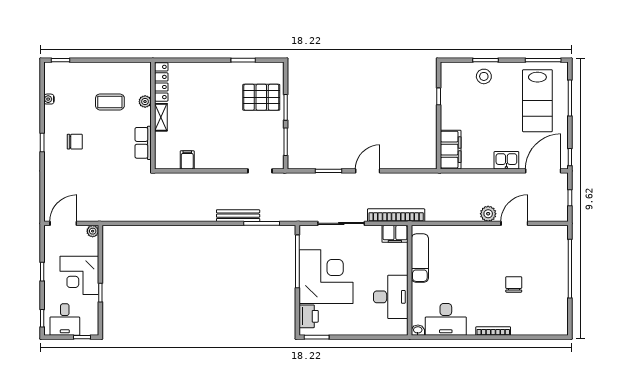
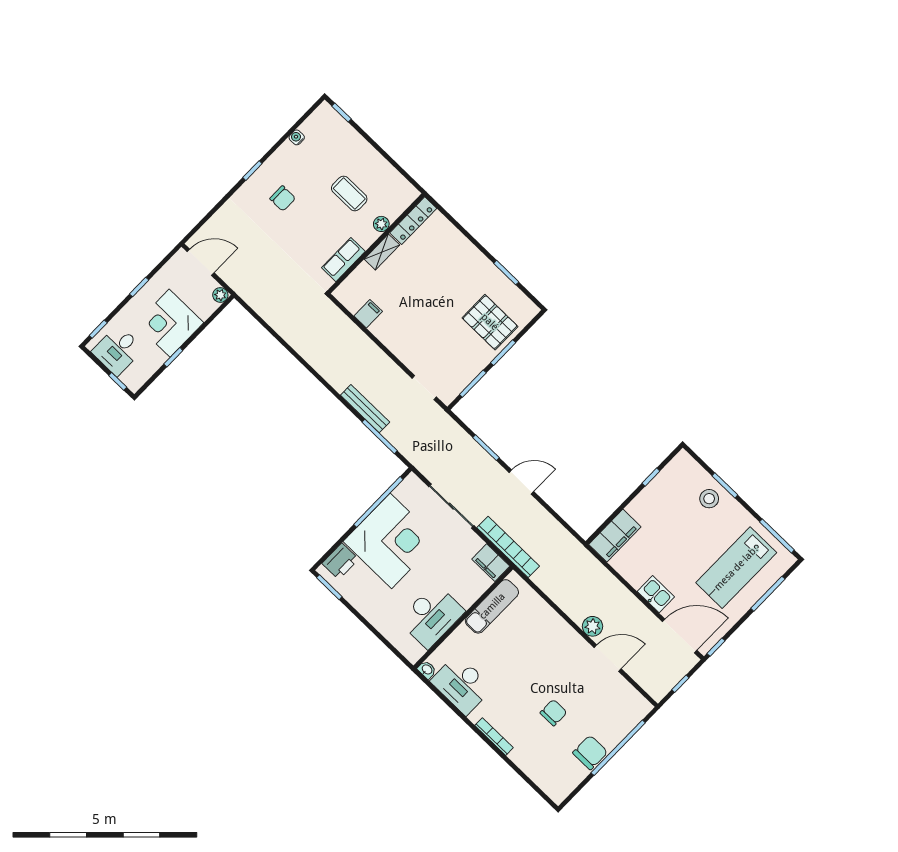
chair: (557, 287) -> (590, 752), added

